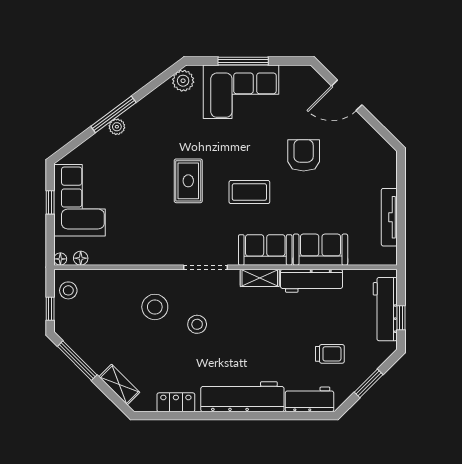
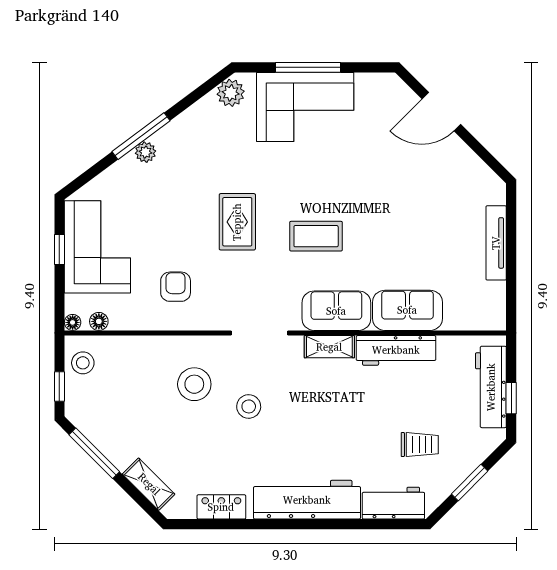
armchair: (304, 155) -> (176, 287), moved, width x0.72, depth x0.72
tv unit: (389, 217) -> (496, 243), moved

